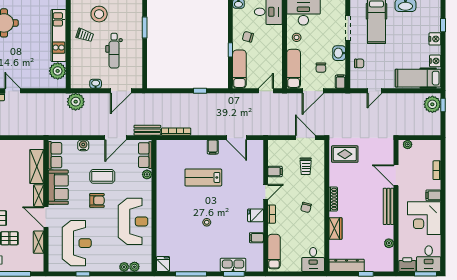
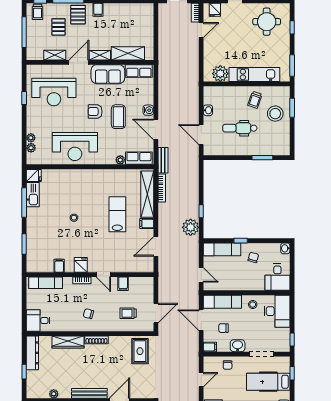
door: (375, 91) -> (201, 380), swing flipped
plant: (76, 102) -> (191, 227), moved
water cooler: (83, 145) -> (148, 110), moved
shelving: (182, 147) -> (147, 194), added
armchair: (97, 200) -> (95, 112), turned 90
wardrobe: (335, 228) -> (68, 342), width x1.50
kitchen sink: (233, 265) -> (33, 195), moved

